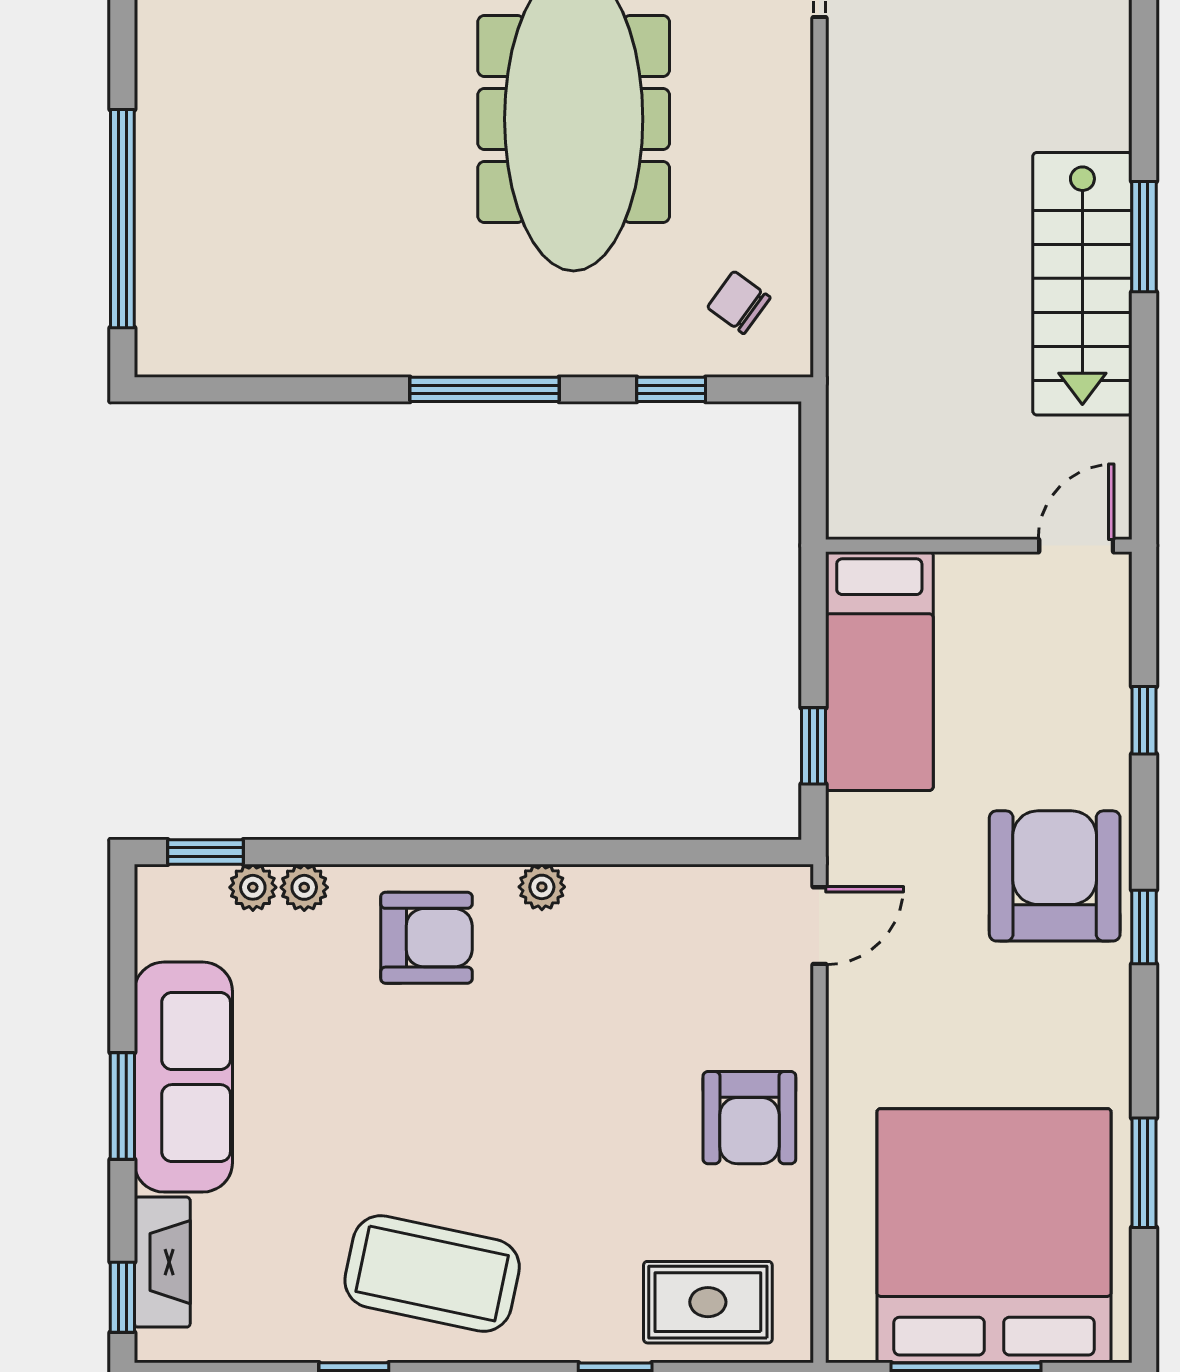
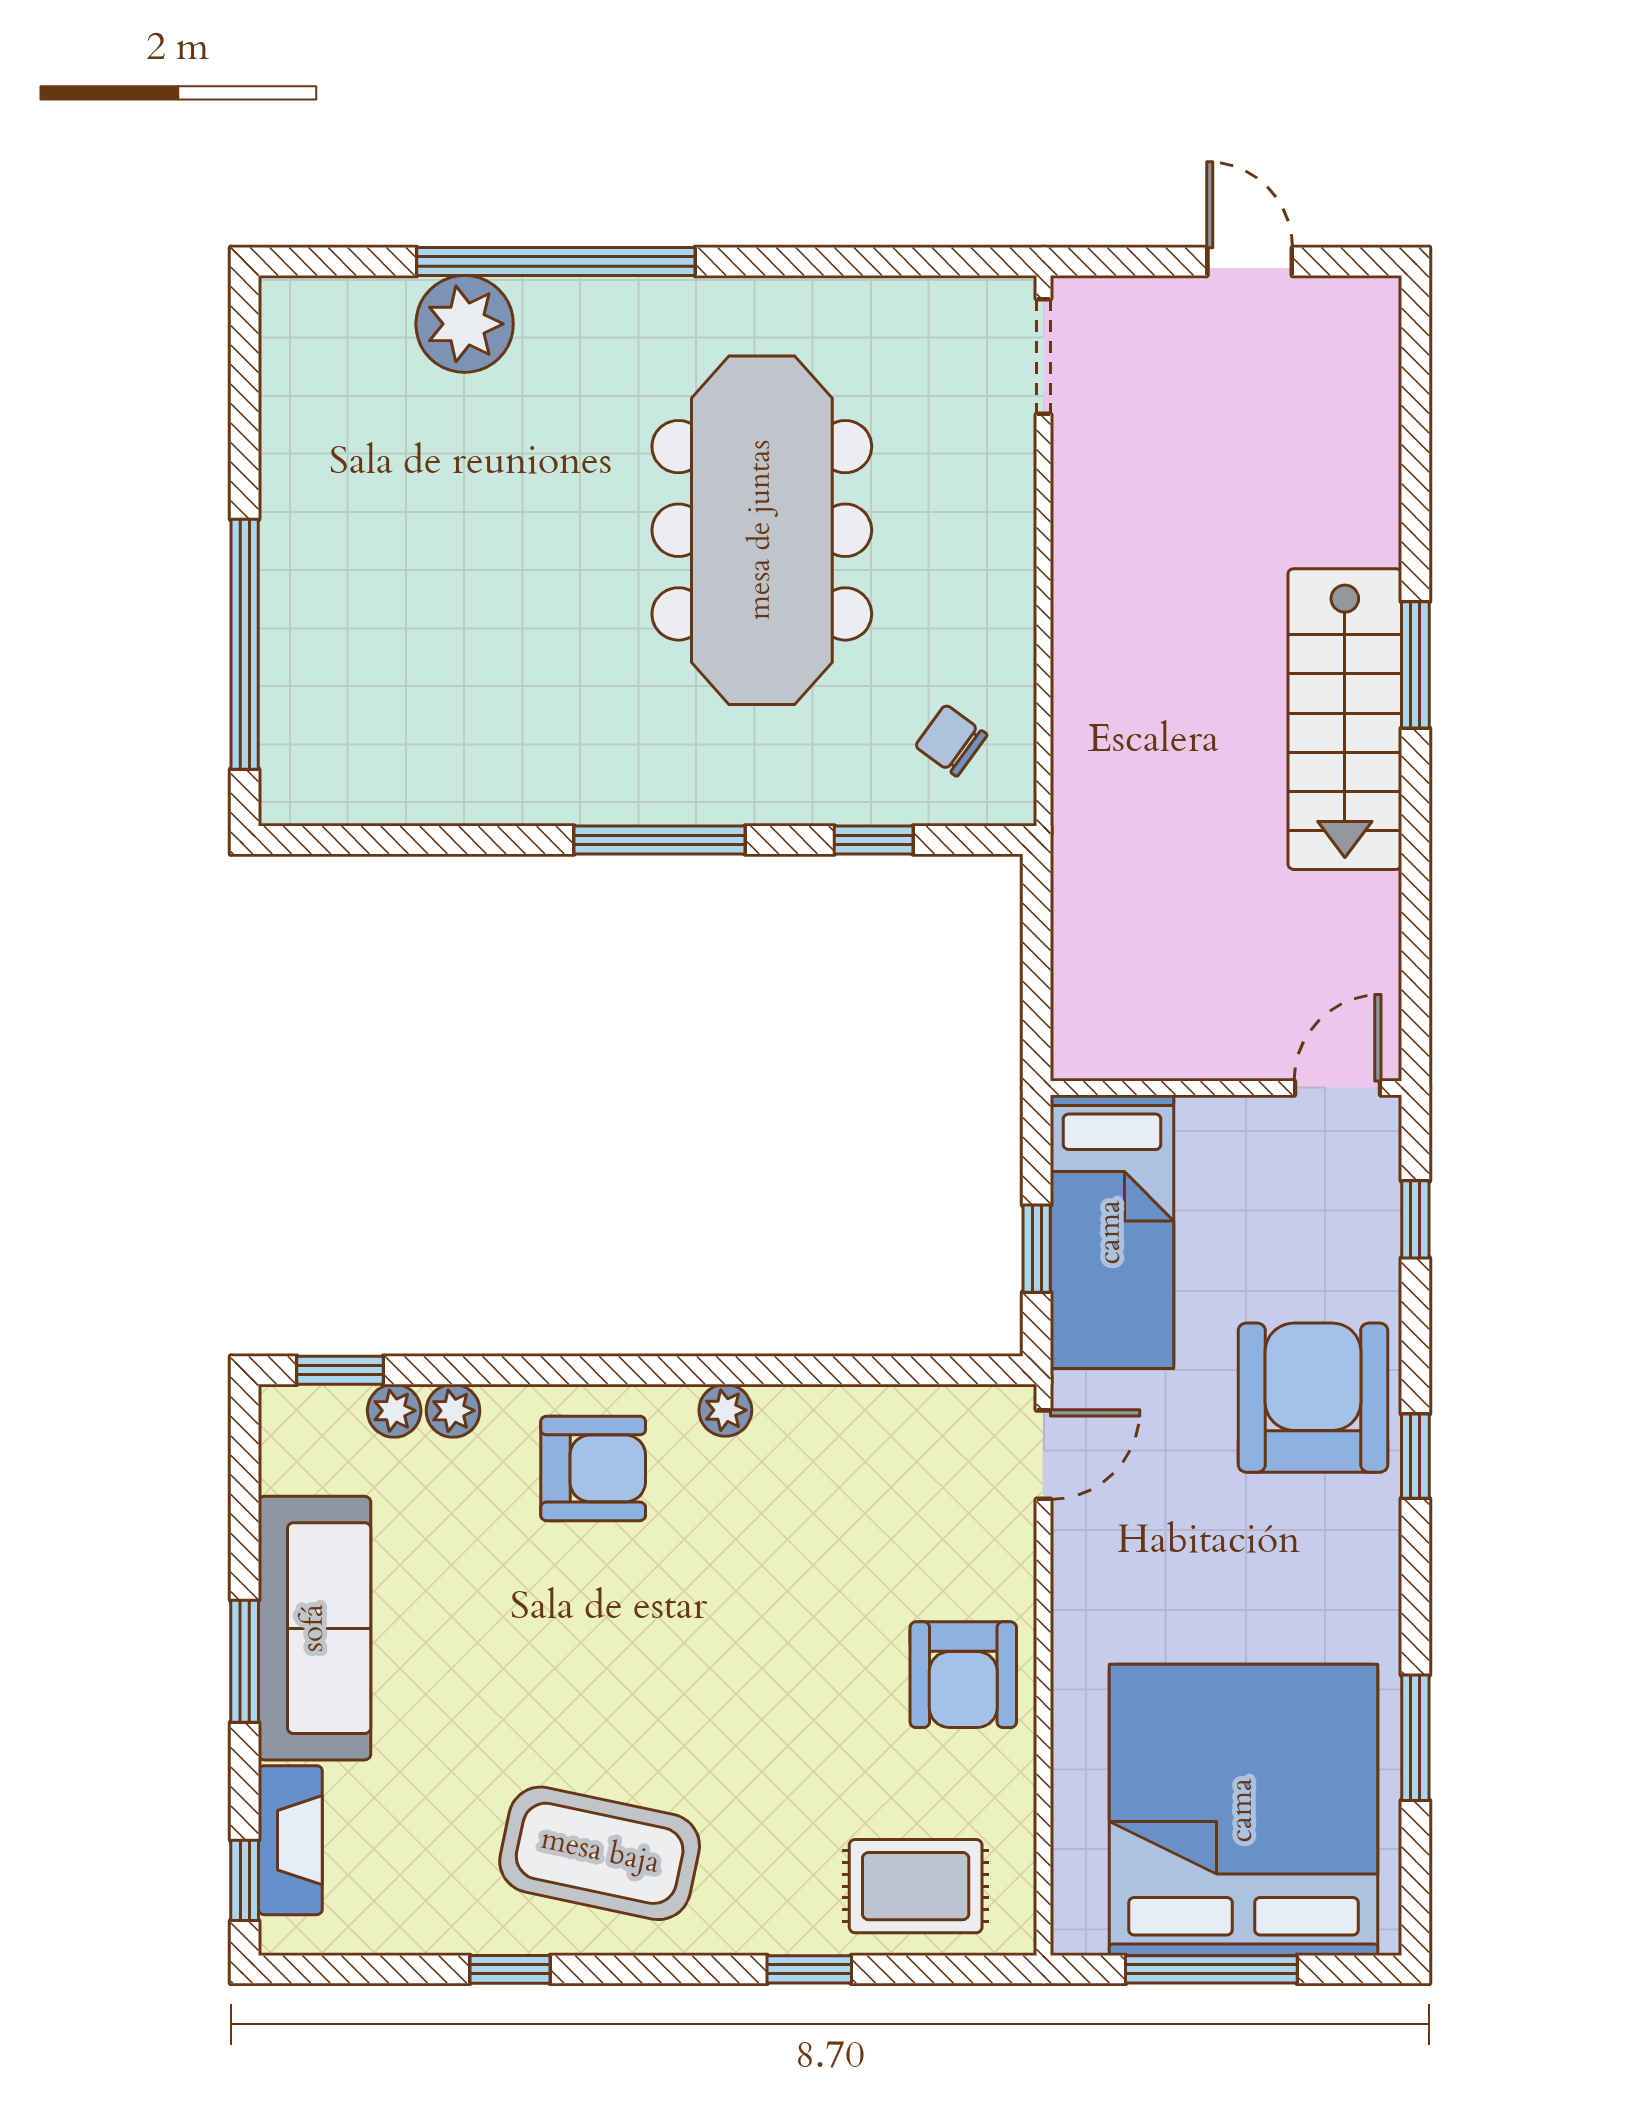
wall: (979, 546) -> (1226, 1088), moved
door: (1076, 546) -> (1338, 1088), moved
bed: (879, 671) -> (1112, 1232), moved

